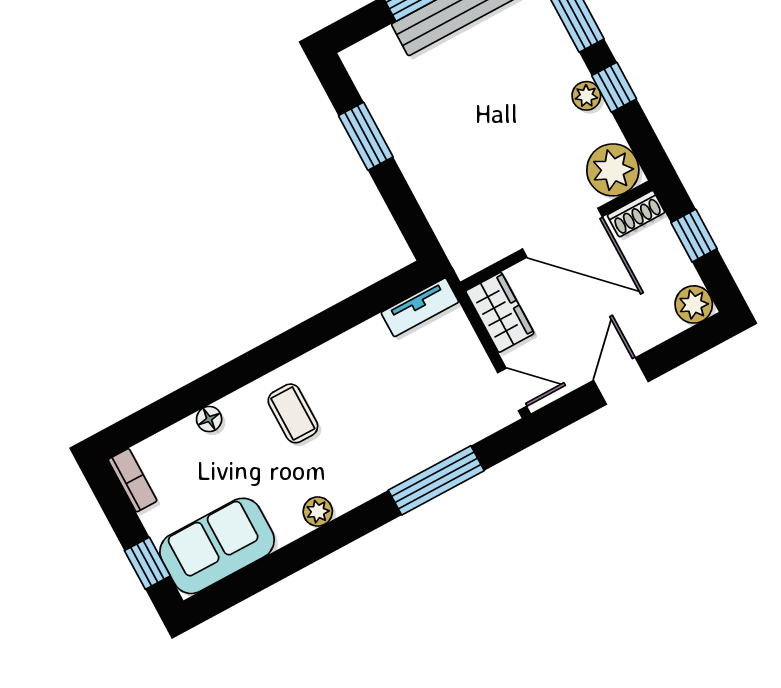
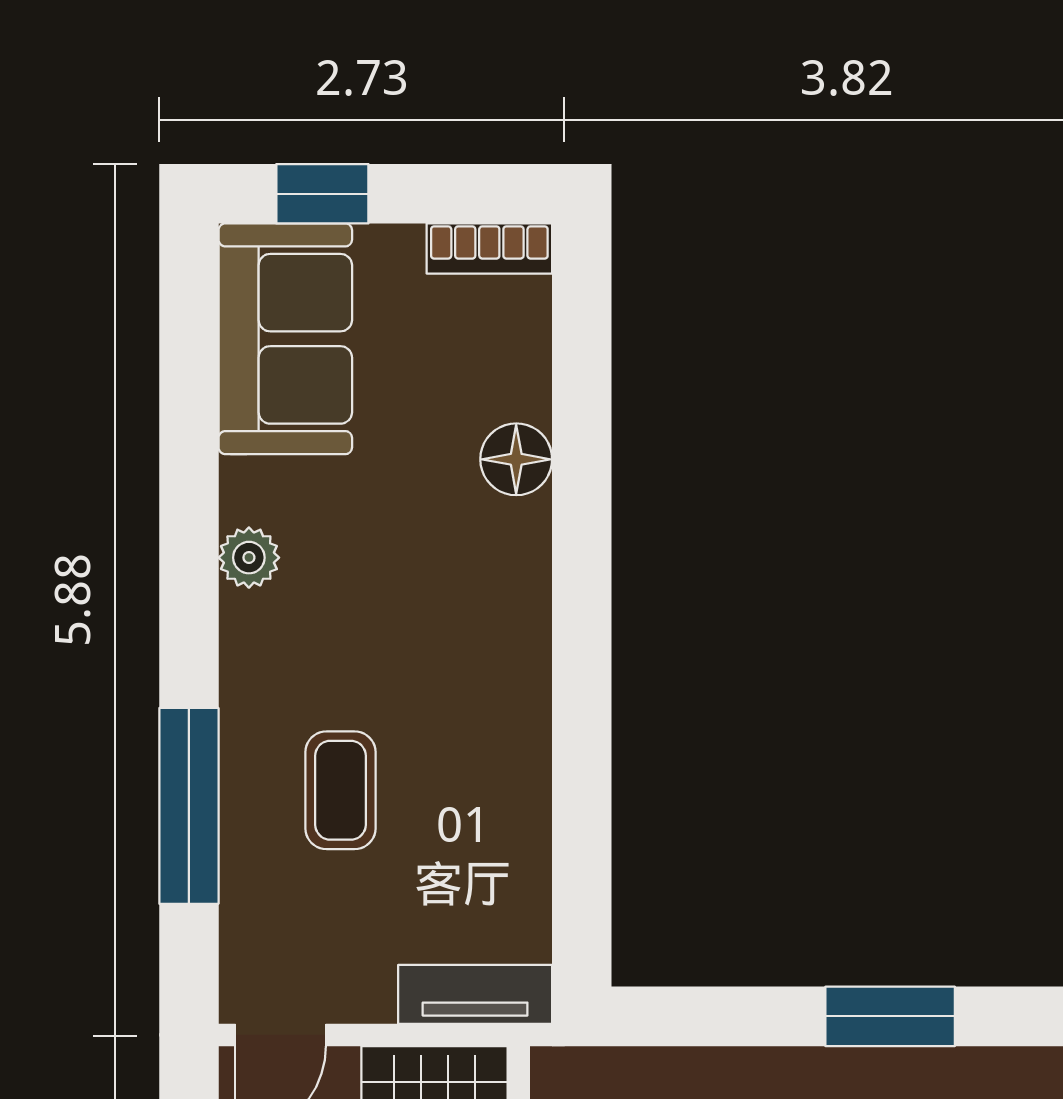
tv unit: (420, 307) -> (475, 994), moved, turned 90
coffee table: (293, 413) -> (340, 790), moved, turned 90
floor lamp: (209, 419) -> (516, 459), width x1.37, depth x1.37

